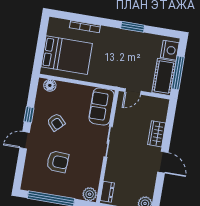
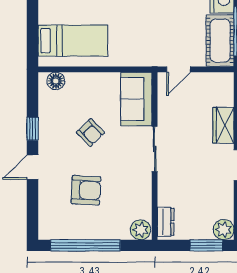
bed: (67, 55) -> (73, 41), width x0.67
armchair: (56, 122) -> (90, 132), moved

